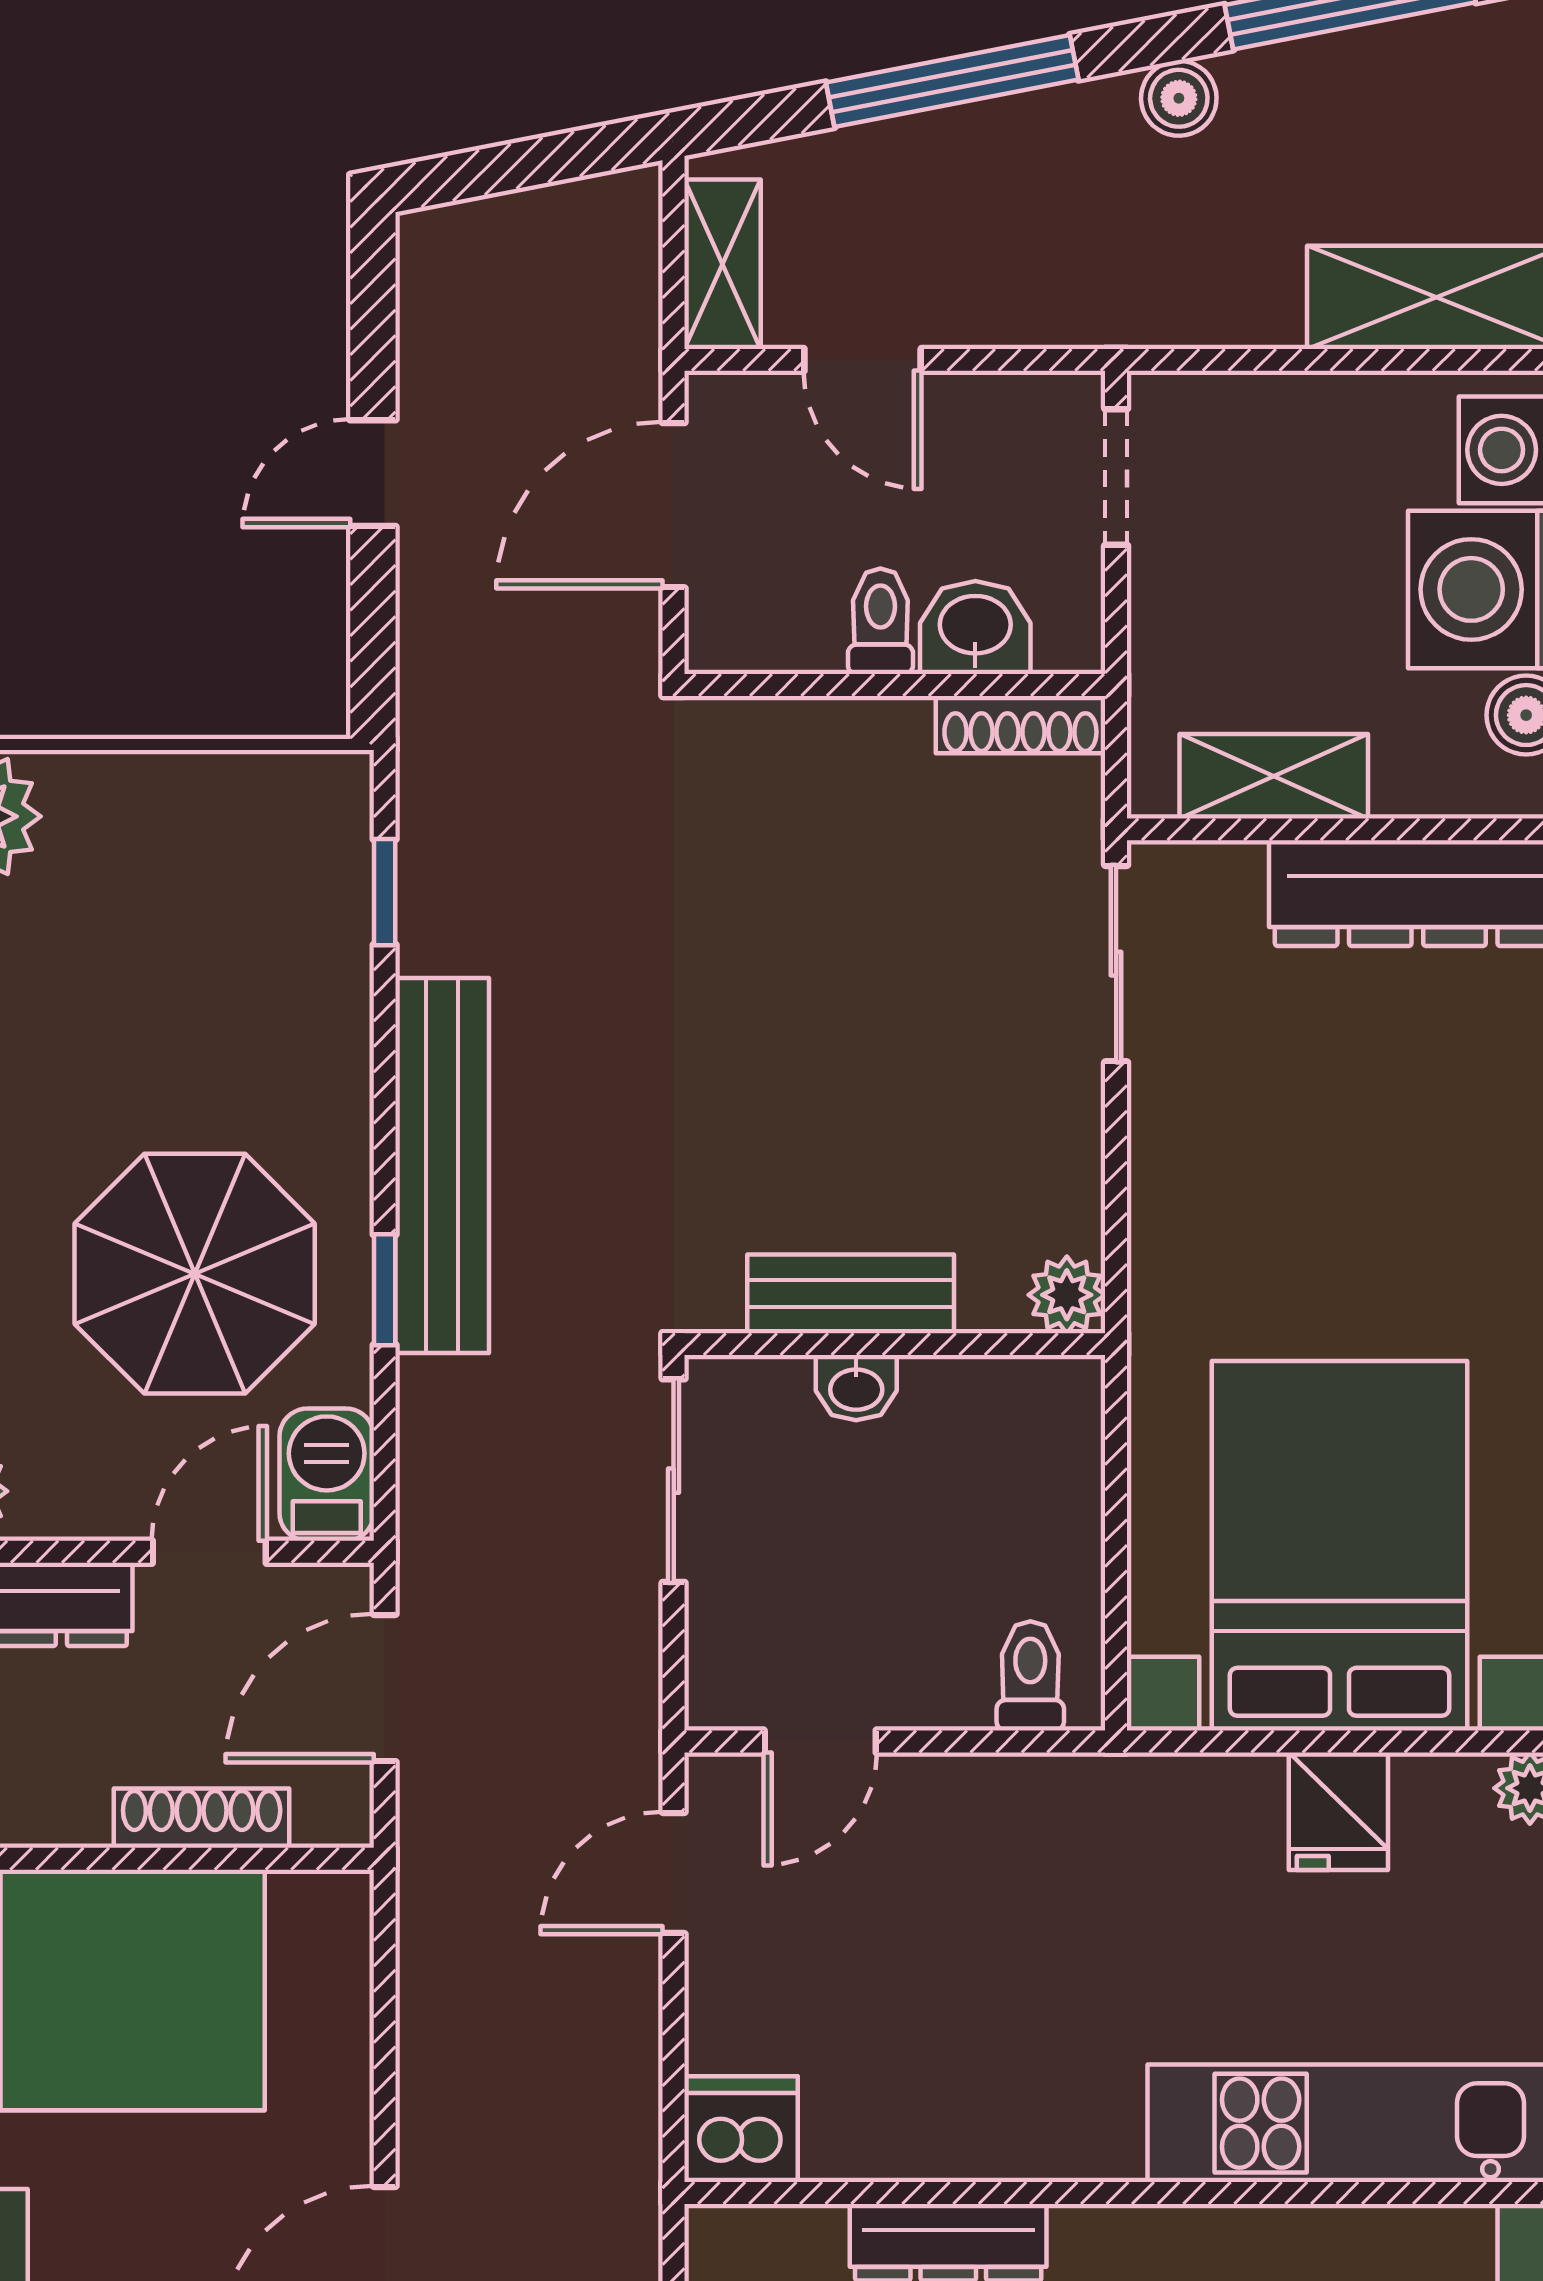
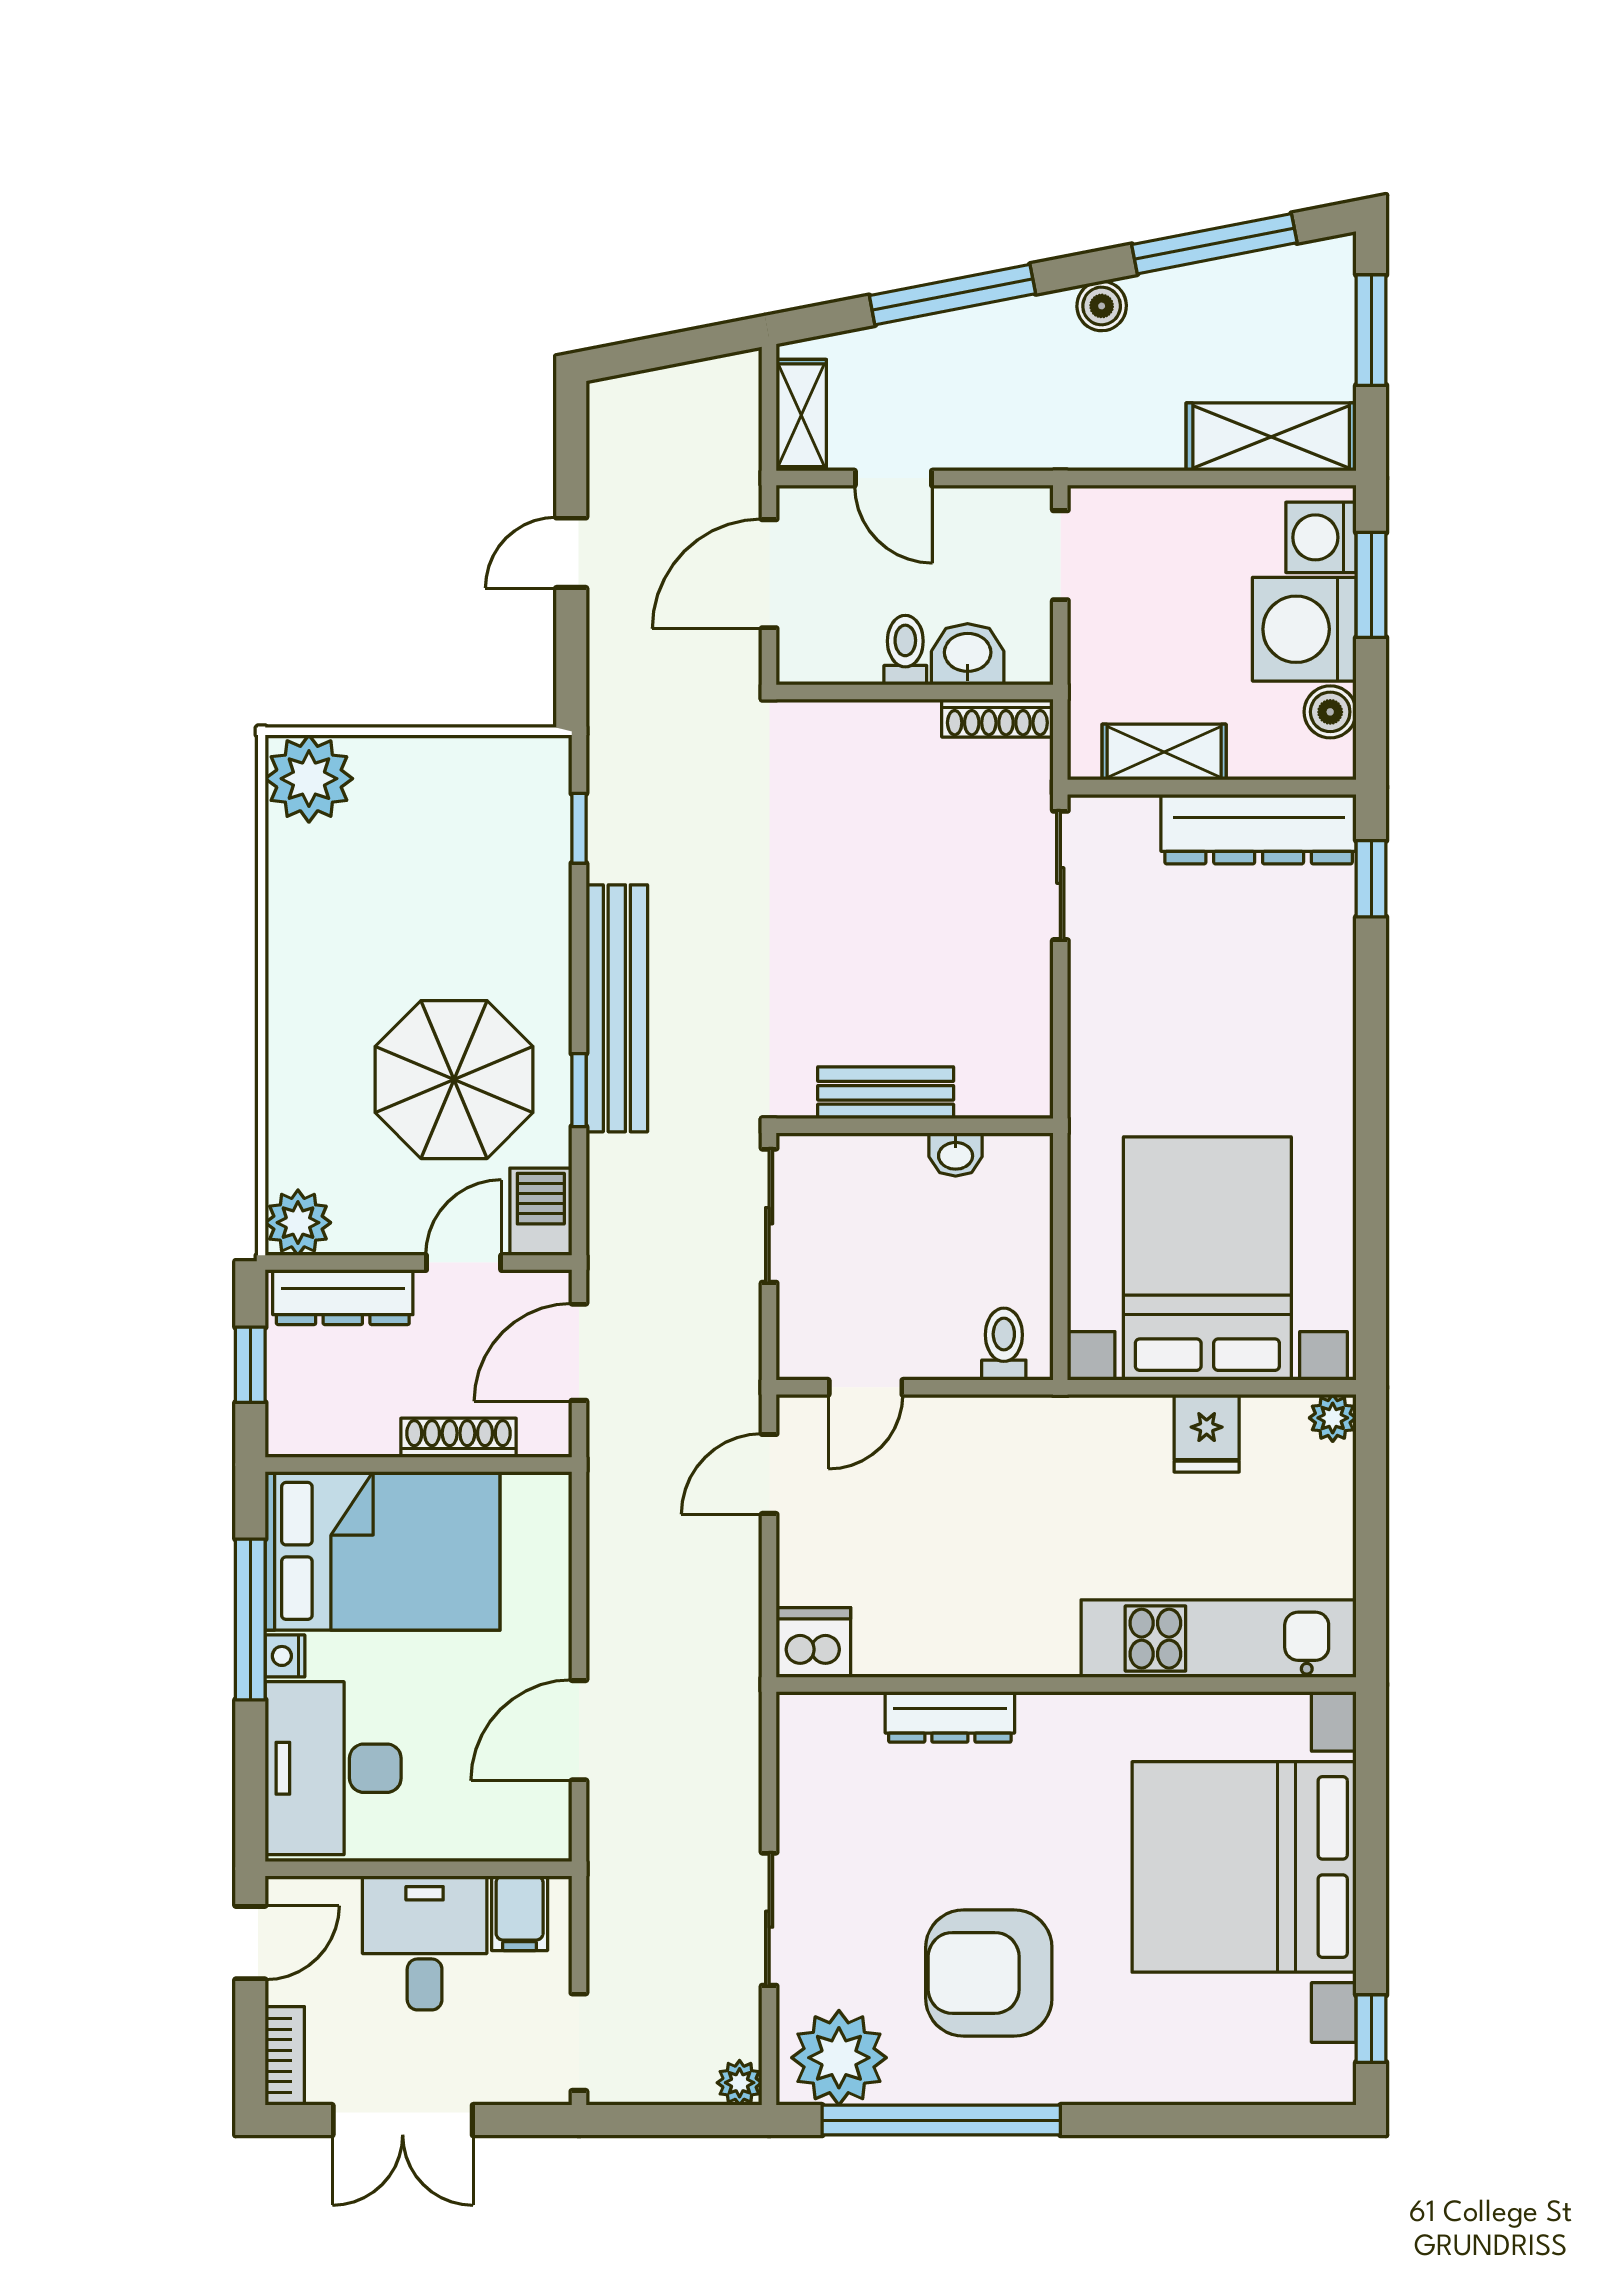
plant: (1067, 1295) -> (1028, 1093), removed
washbasin: (856, 1388) -> (956, 1155), moved

